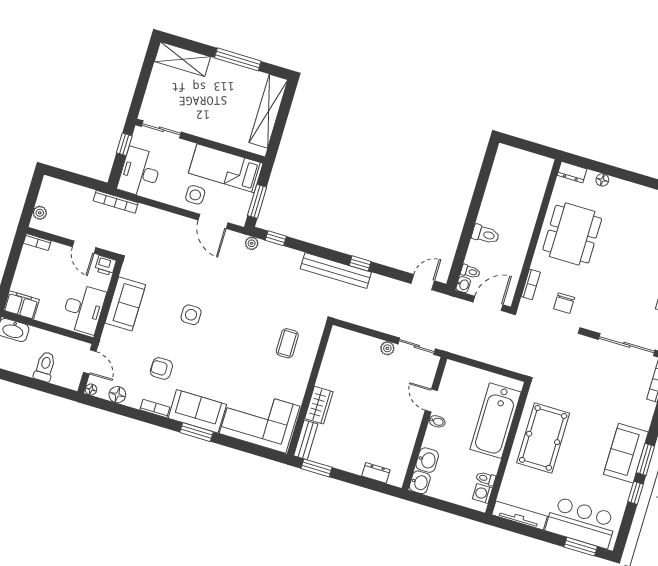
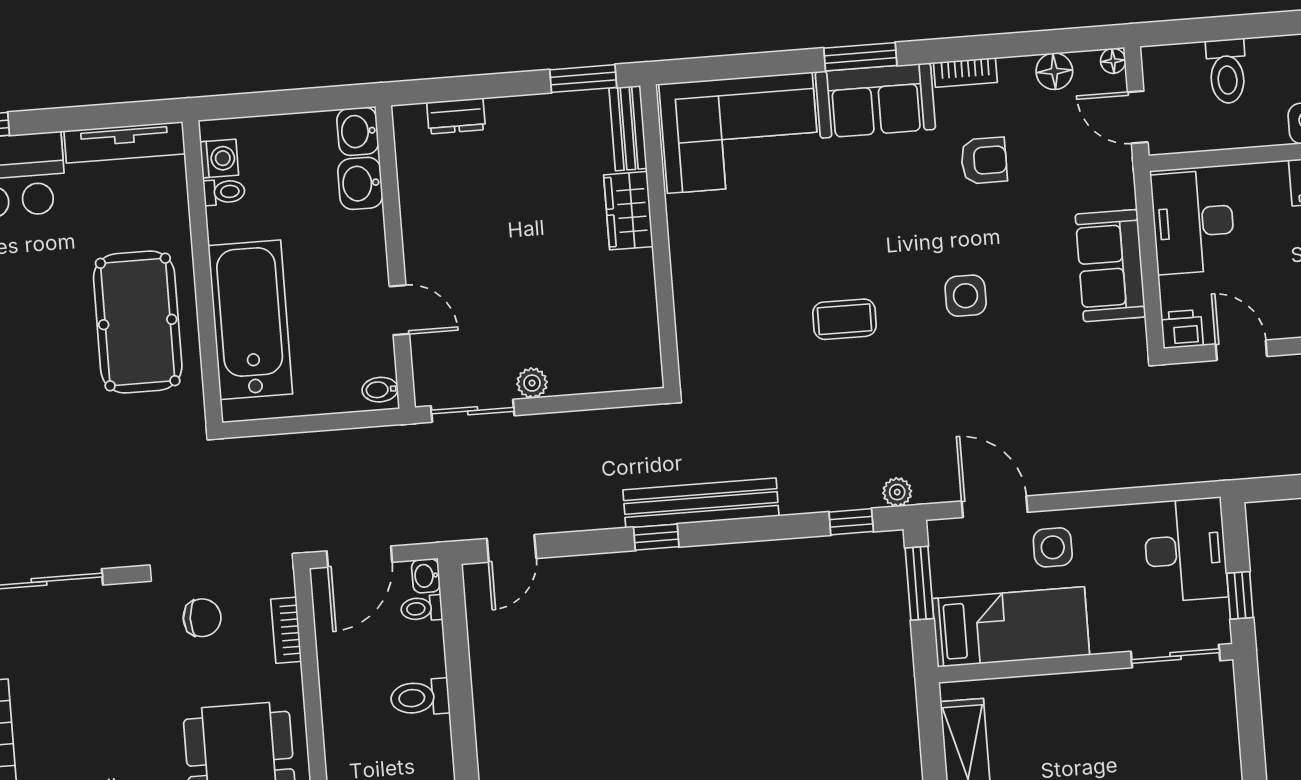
bookcase: (116, 202) -> (1212, 469), removed
chair: (564, 303) -> (202, 618), turned 92
coffee table: (287, 343) -> (844, 319), moved, turned 90
bidet: (437, 421) -> (380, 390), moved

